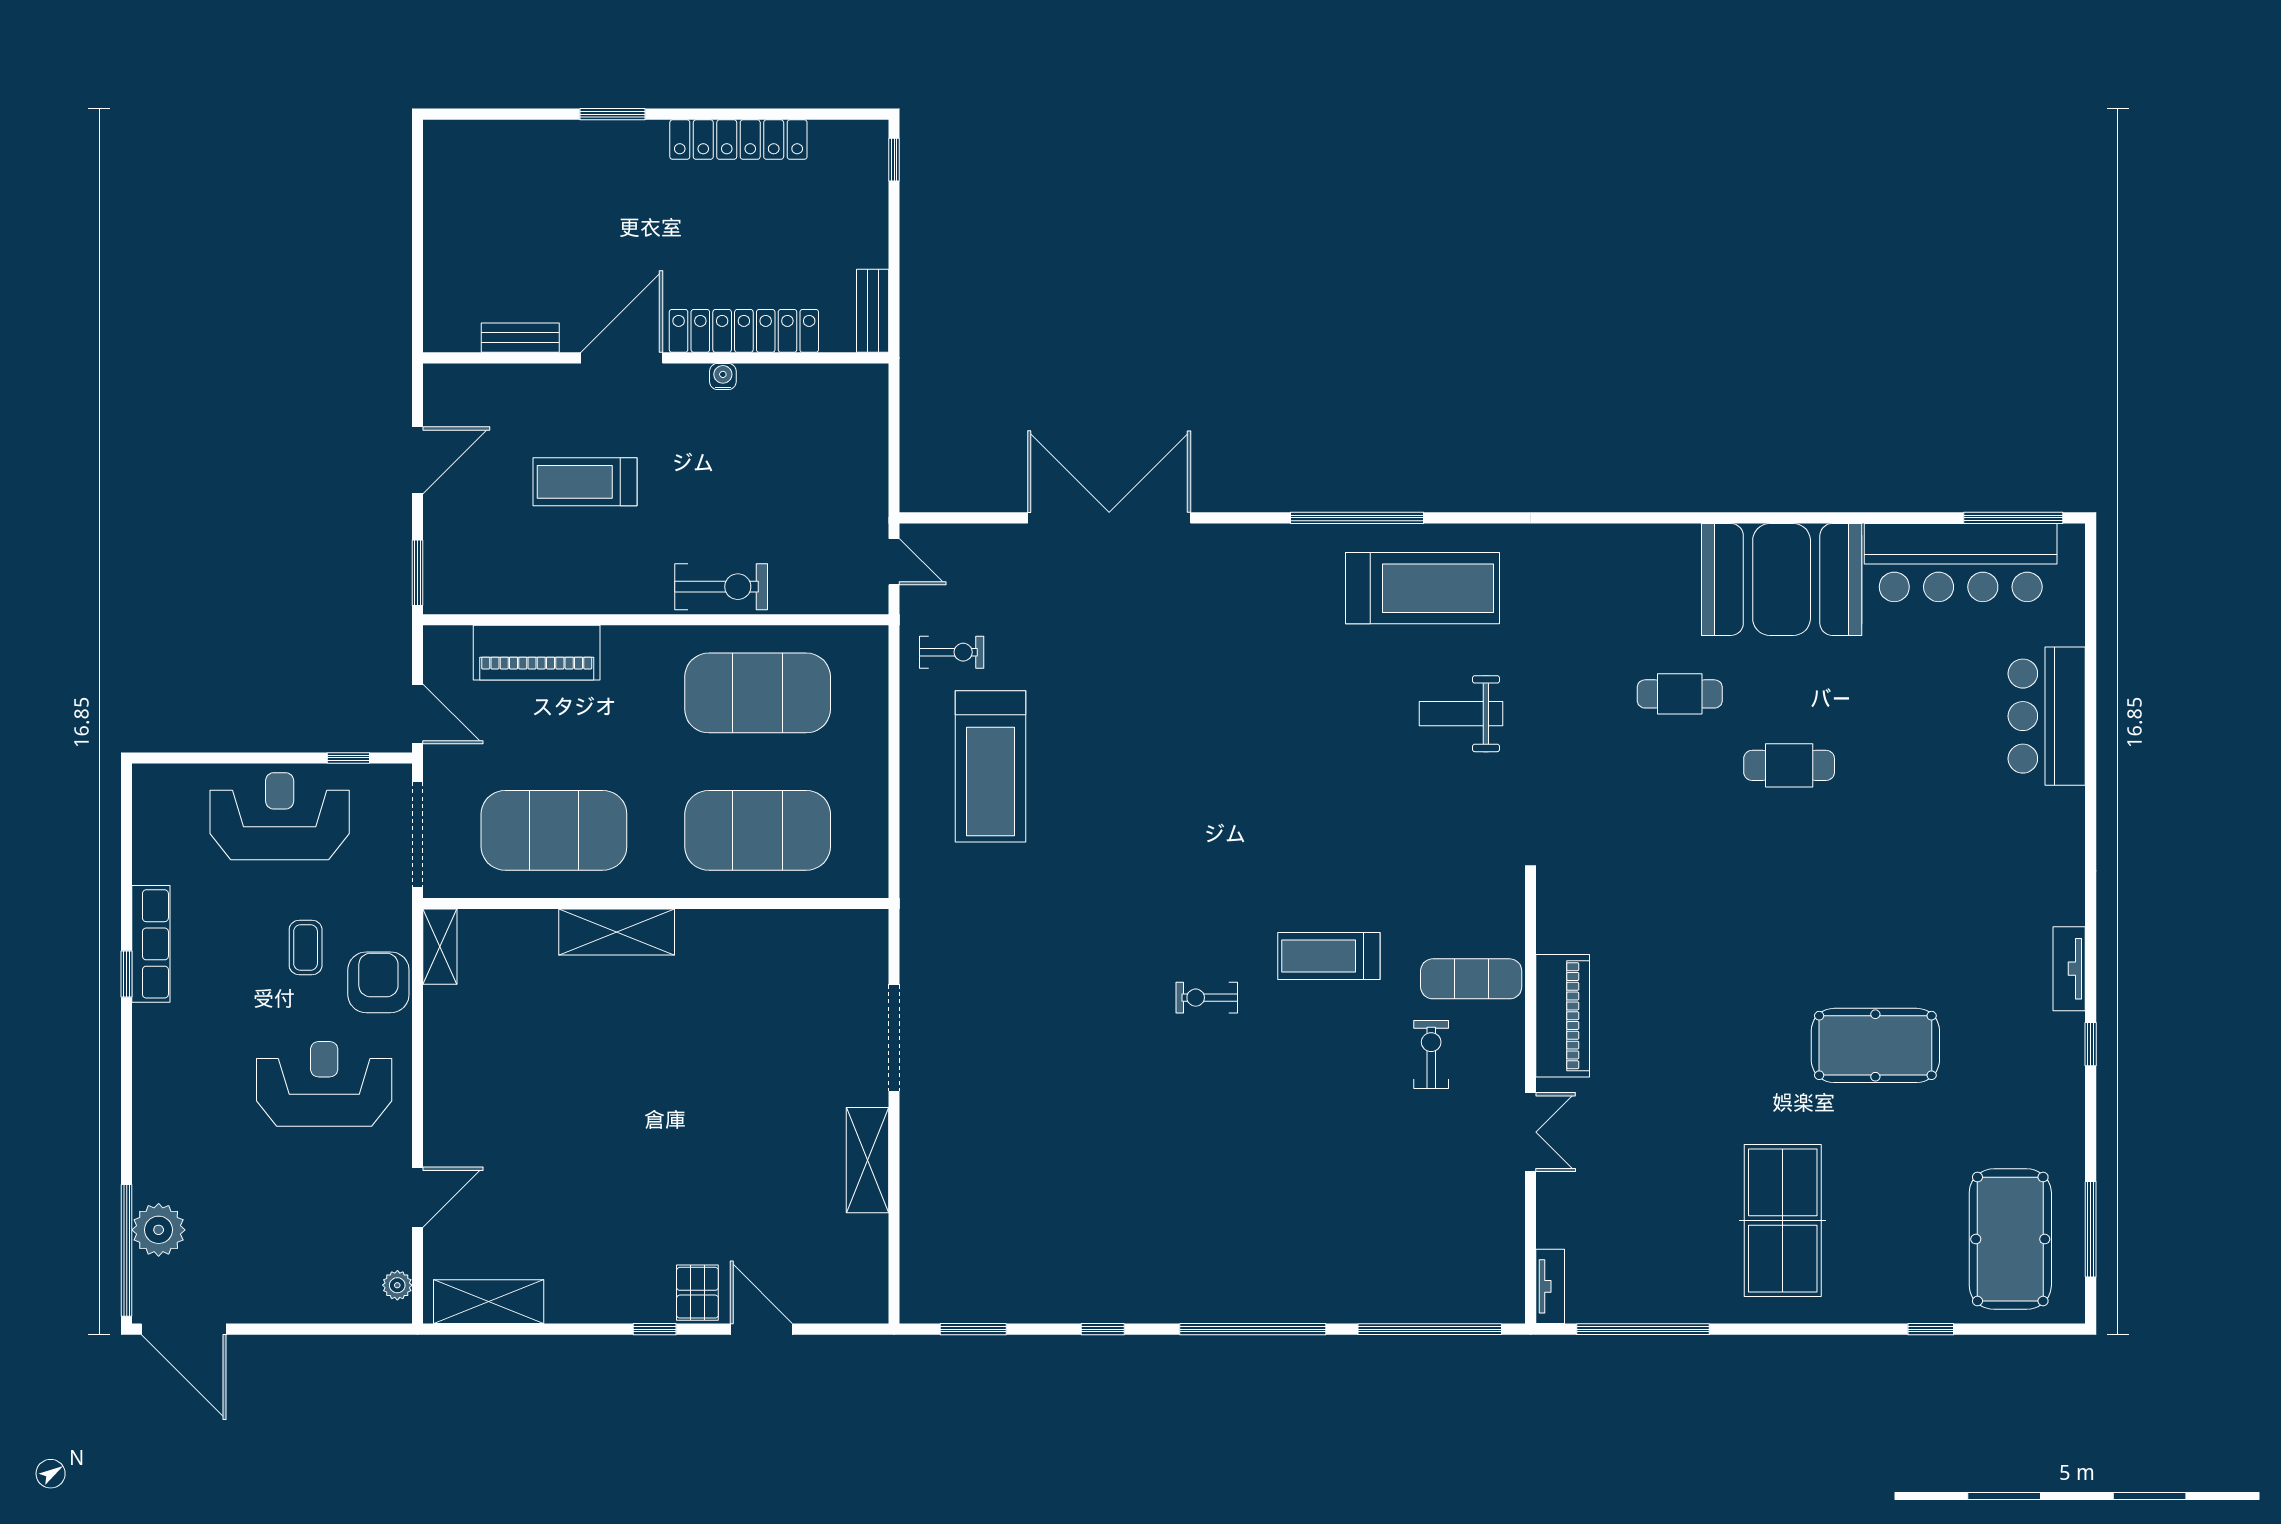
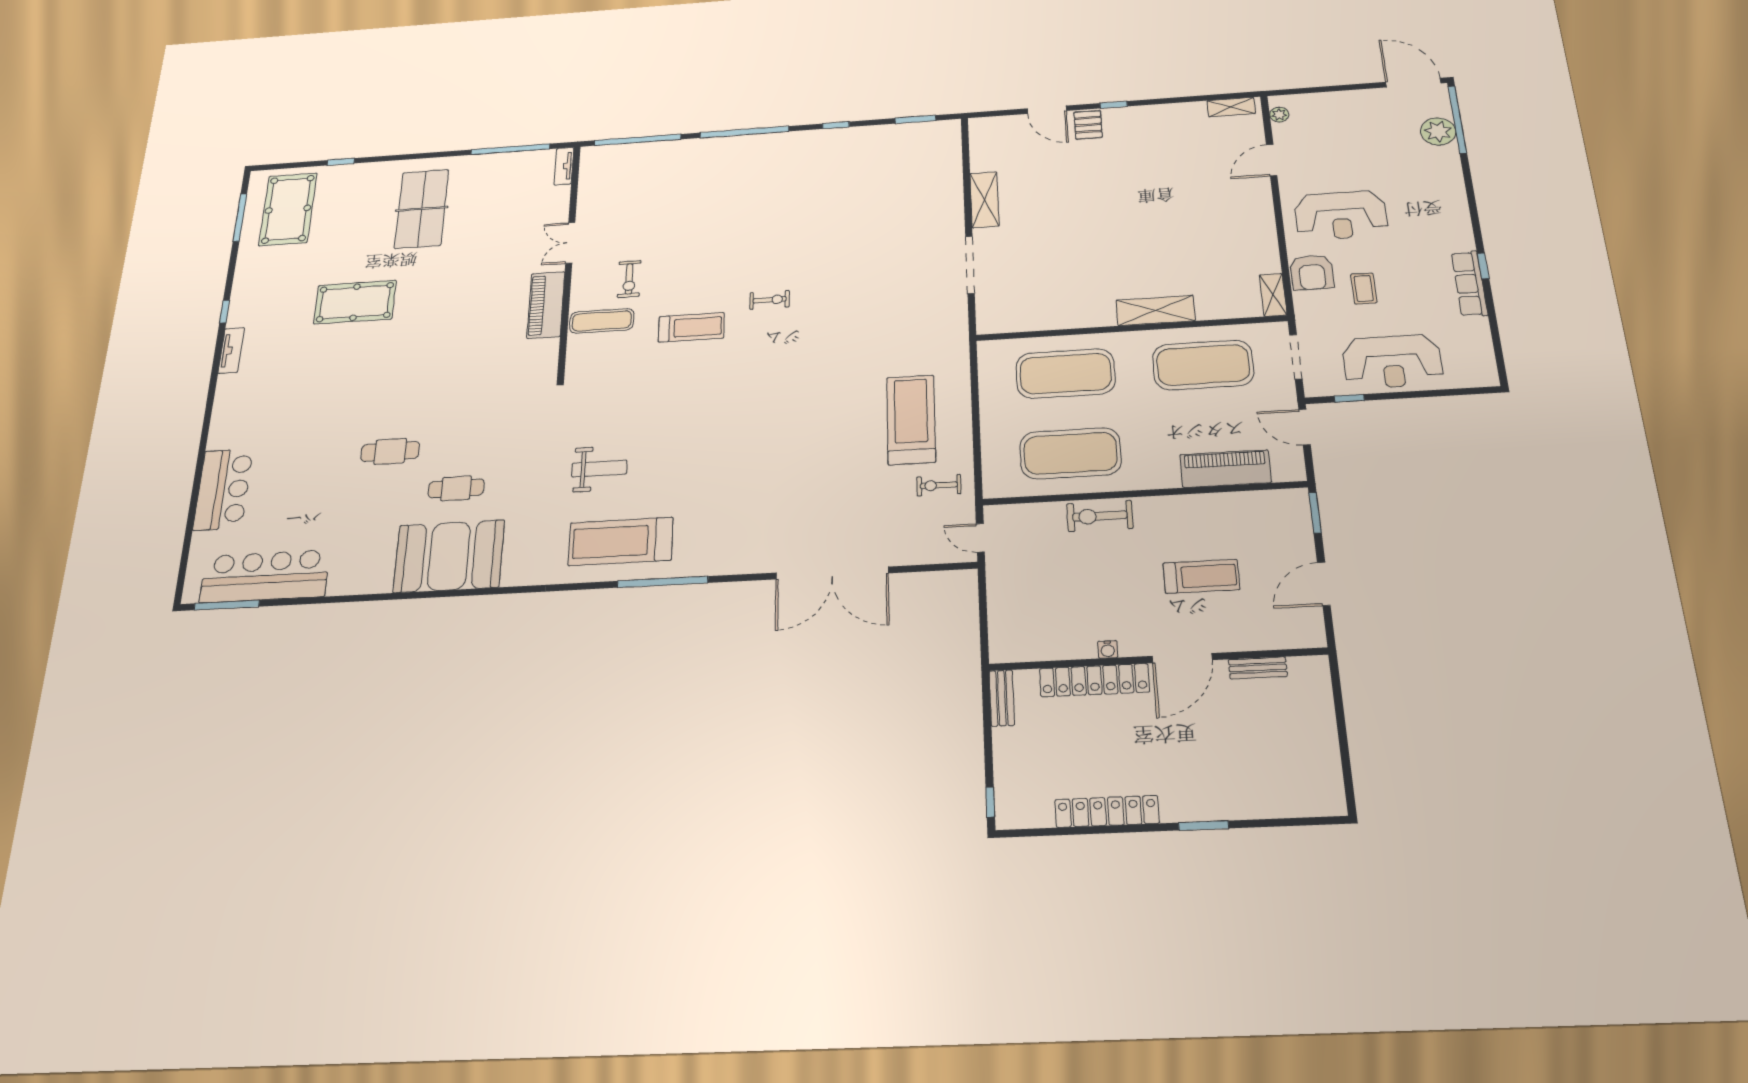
booth: (1782, 579) -> (449, 556), moved
doorway: (418, 834) -> (1296, 357), width x0.73
shelving: (489, 1302) -> (1231, 107), width x0.67, depth x0.75

